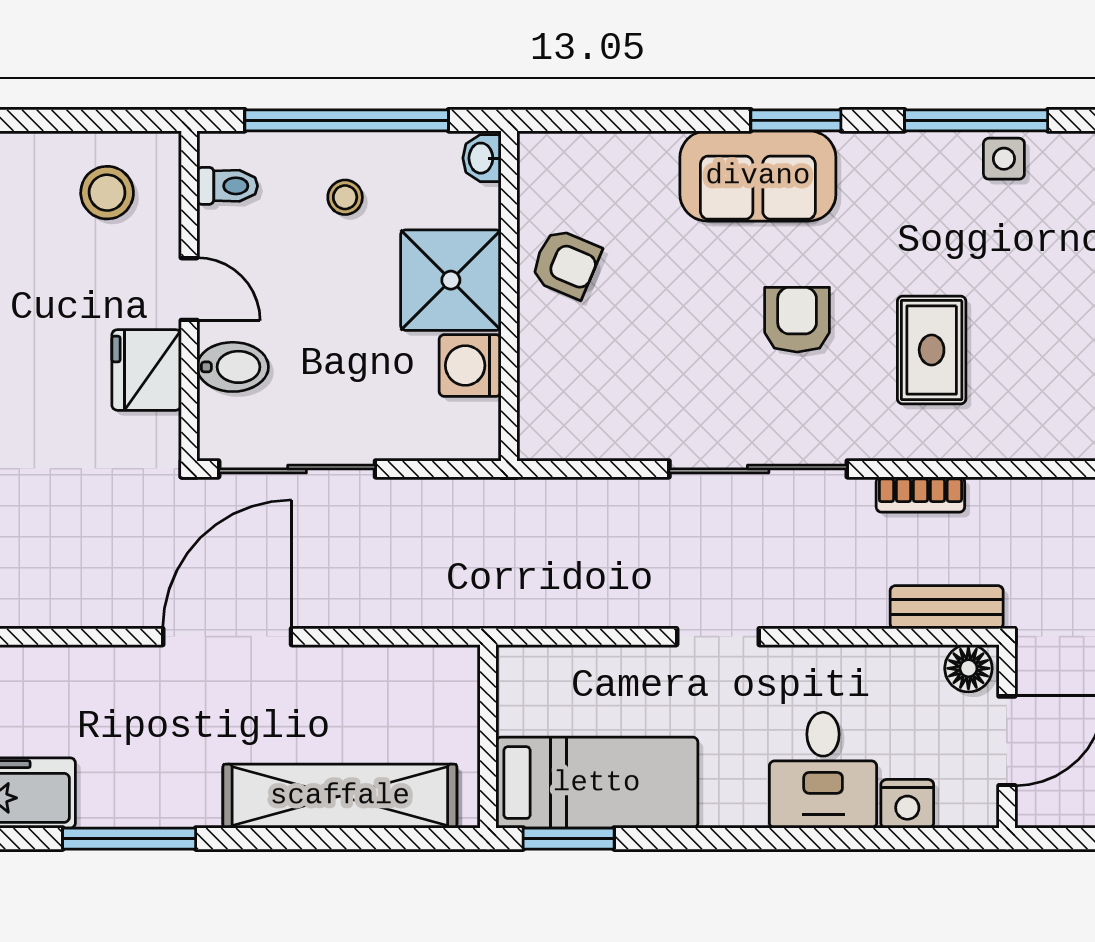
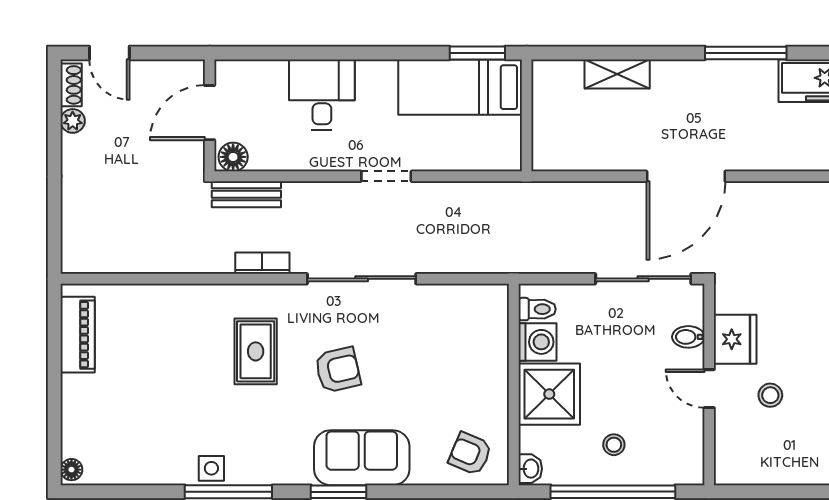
toilet: (227, 186) -> (537, 309), moved, turned 180
stool: (107, 193) -> (770, 395), moved, width x0.73, depth x0.73
armchair: (566, 264) -> (470, 454), moved
armchair: (797, 320) -> (338, 370), turned -103
bidet: (233, 367) -> (688, 337), width x0.72, depth x0.74
shelving: (340, 796) -> (617, 74), width x0.45, depth x0.75
nightstand: (907, 804) -> (270, 74), removed

